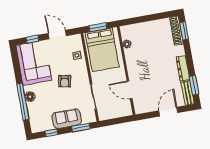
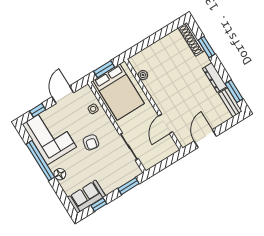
window: (184, 31) -> (207, 47), moved
door: (57, 35) -> (63, 95), hinge flipped
door: (130, 90) -> (166, 124), hinge flipped
window: (23, 102) -> (40, 161), moved
door: (168, 112) -> (205, 139), moved
sofa: (67, 119) -> (87, 197), moved

